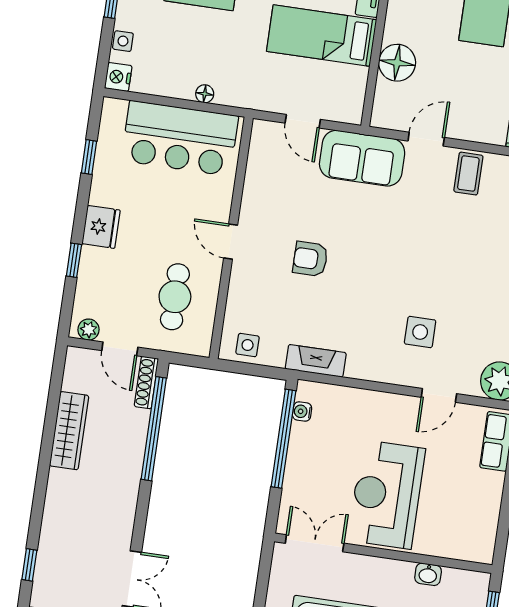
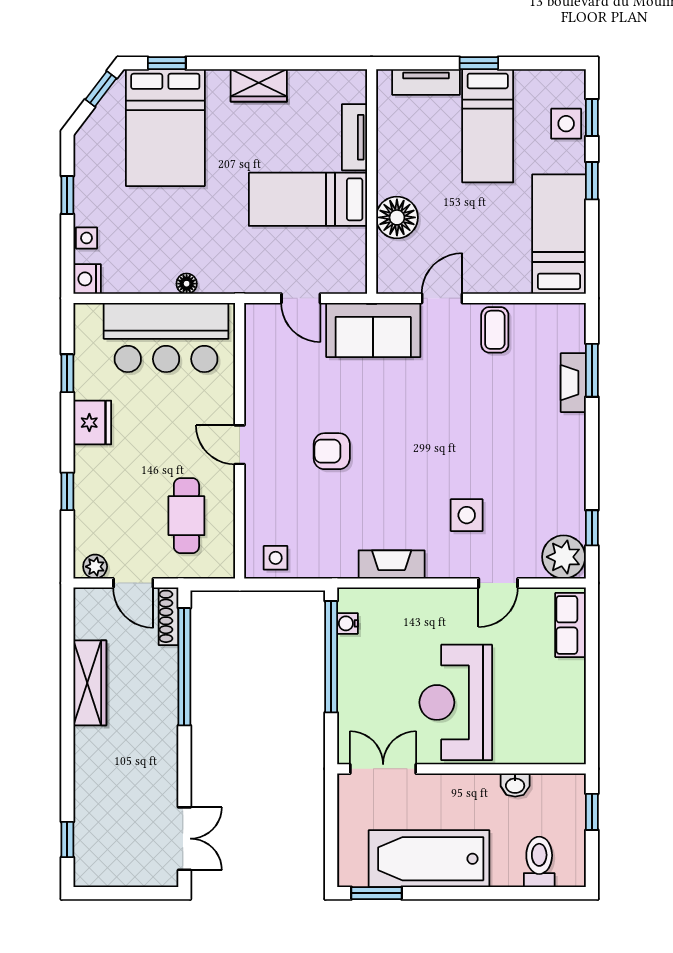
fridge: (101, 227) -> (92, 423), moved
fireplace: (316, 361) -> (392, 564), moved

